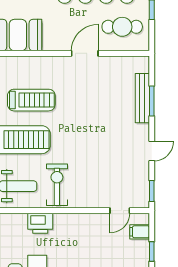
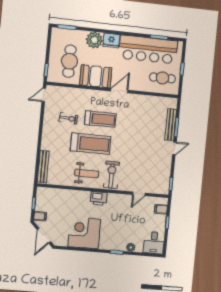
door: (85, 53) -> (119, 91), moved
door: (152, 151) -> (174, 148), moved
door: (120, 211) -> (139, 194), moved

